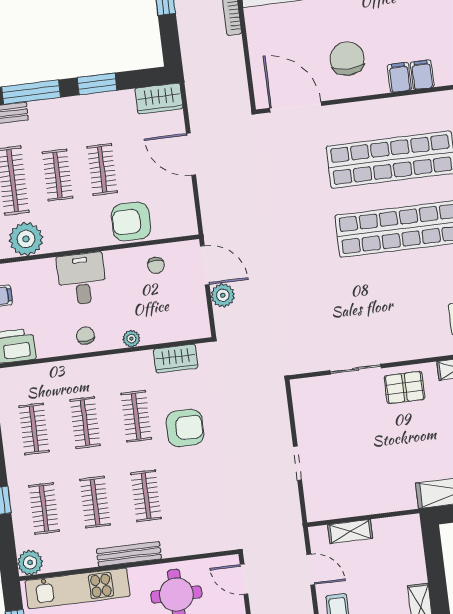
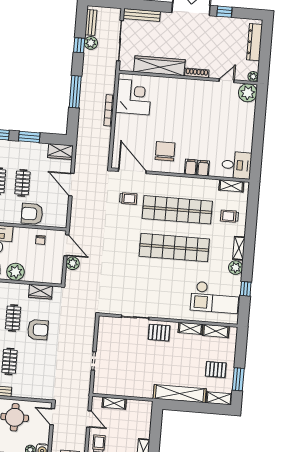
trolley: (299, 158) -> (128, 199), added
plant: (131, 339) -> (15, 272), width x1.88, depth x1.88

